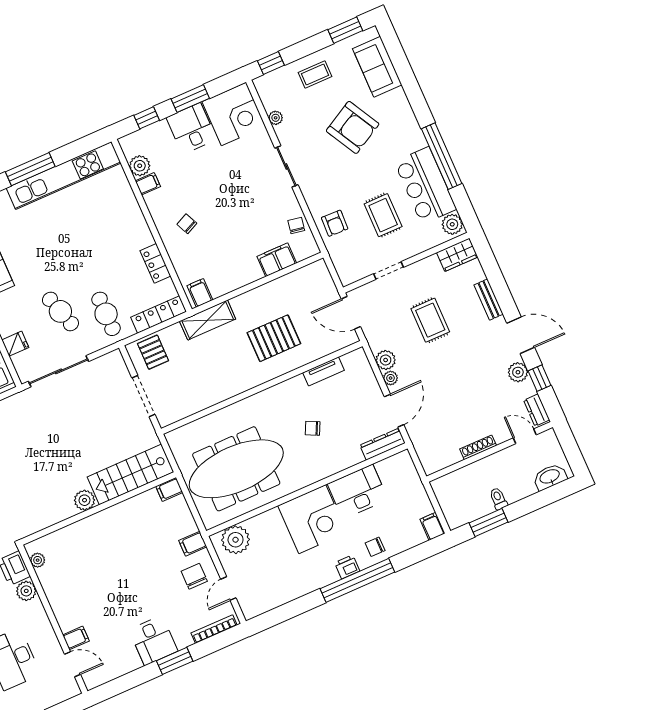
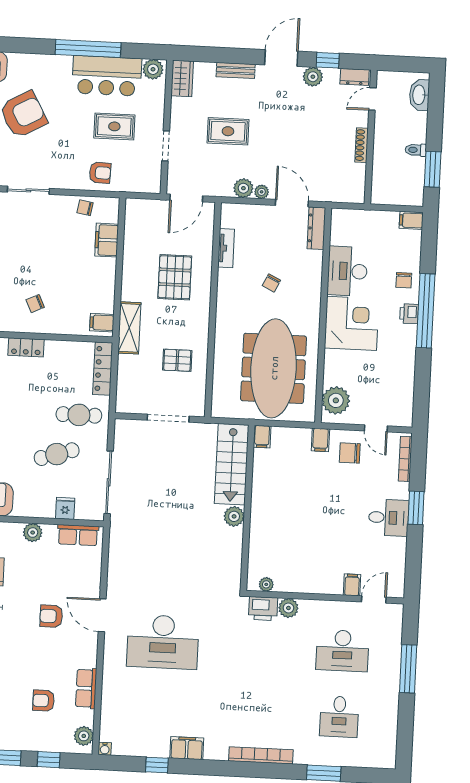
locker: (155, 263) -> (26, 347), moved
pallet: (153, 352) -> (177, 360), moved

